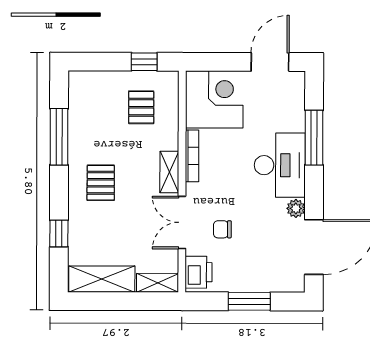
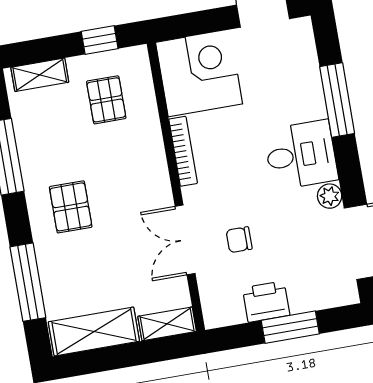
desk: (280, 165) -> (301, 155), width x0.73
shelving: (169, 172) -> (40, 75), moved, turned 90
window: (59, 234) -> (28, 282), width x2.17
printer: (199, 272) -> (266, 302), moved, turned -90

